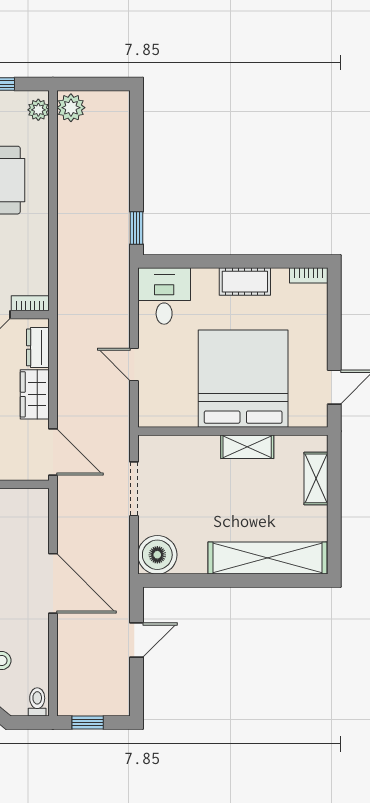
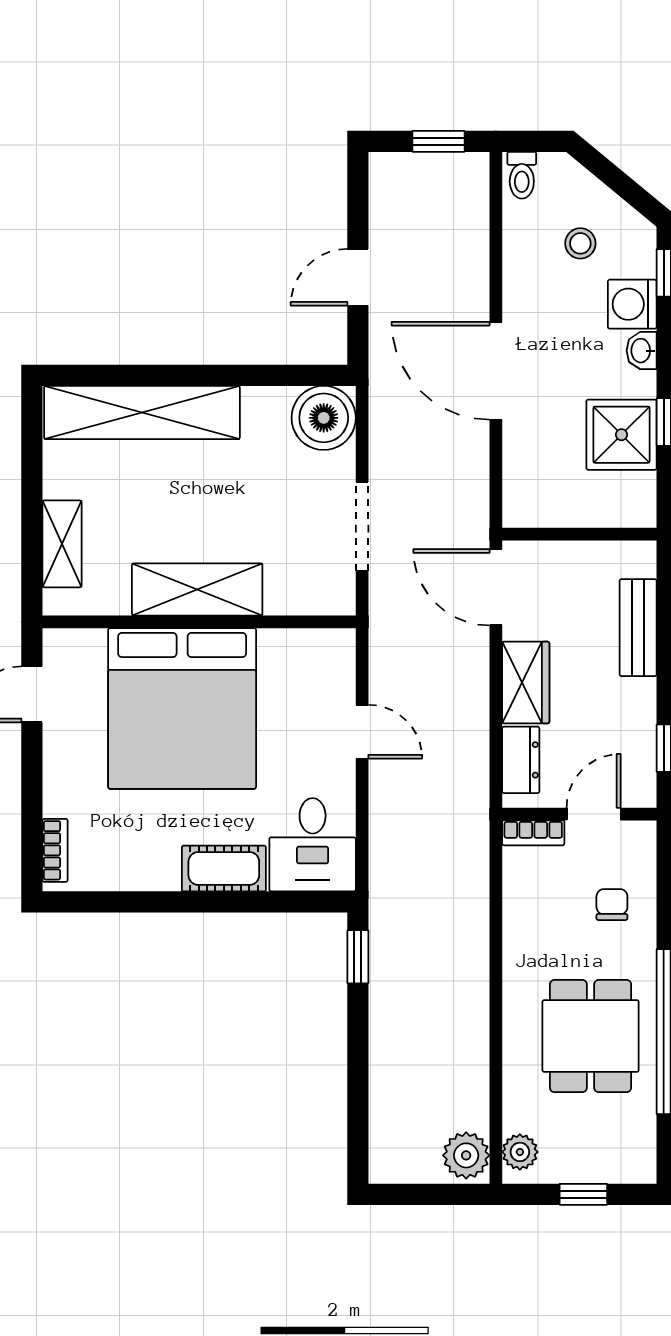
bookcase: (309, 275) -> (55, 850), moved, turned 90
cot: (245, 282) -> (224, 868), moved
shelving: (247, 447) -> (197, 589), width x1.50, depth x1.33

